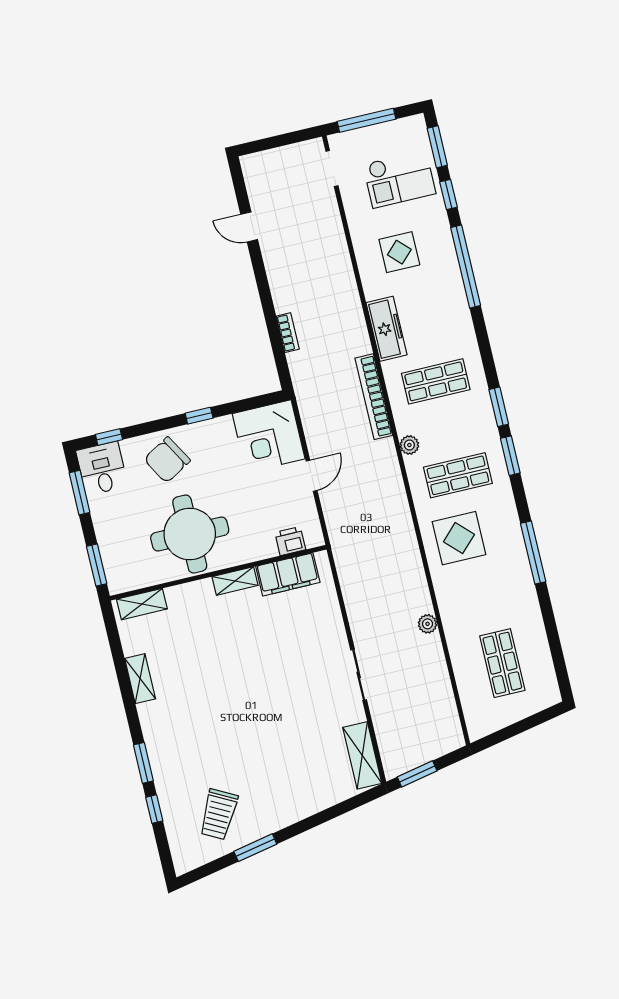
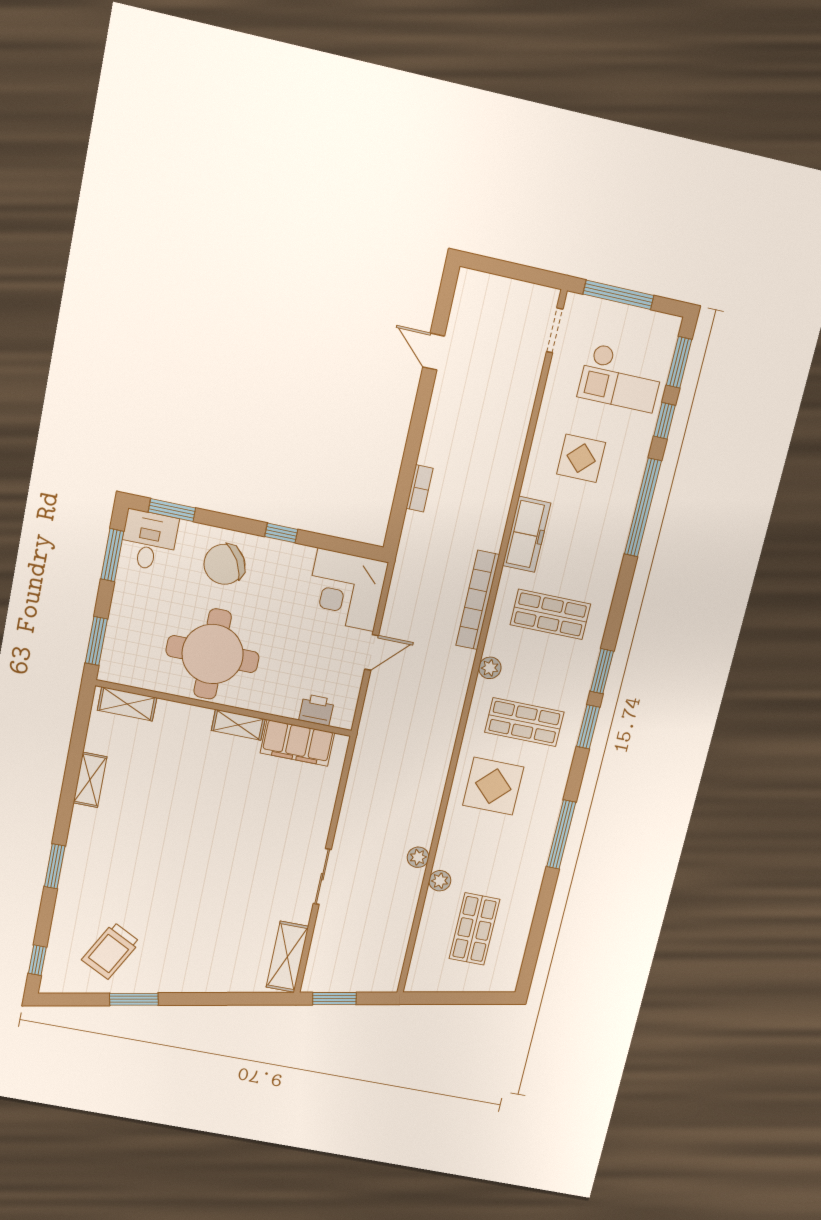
window: (109, 437) -> (172, 510), width x1.50
plant: (454, 635) -> (440, 881), added
window: (154, 809) -> (37, 960), moved

